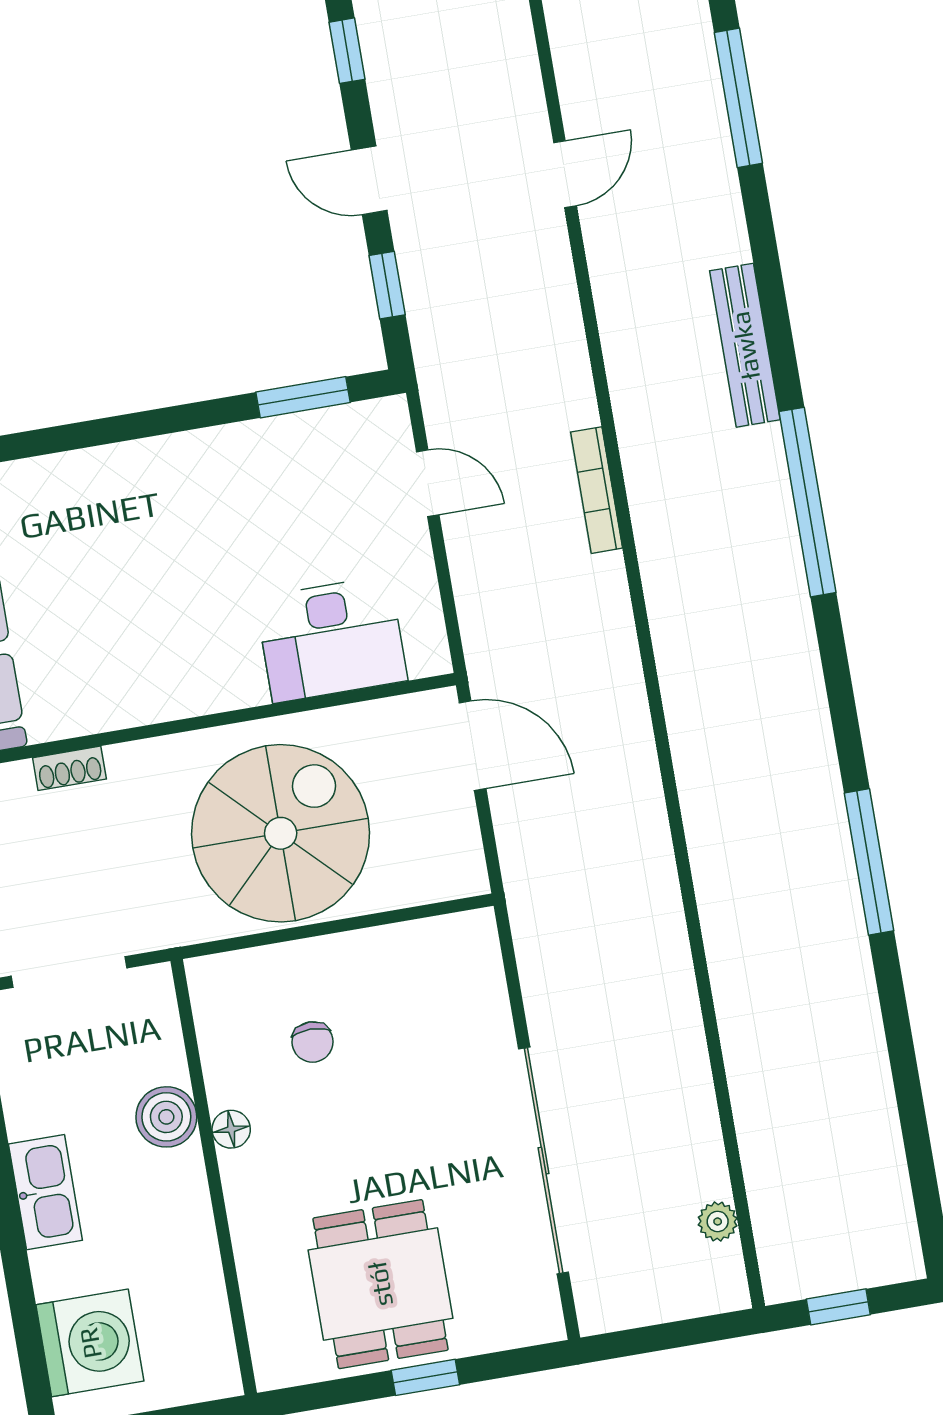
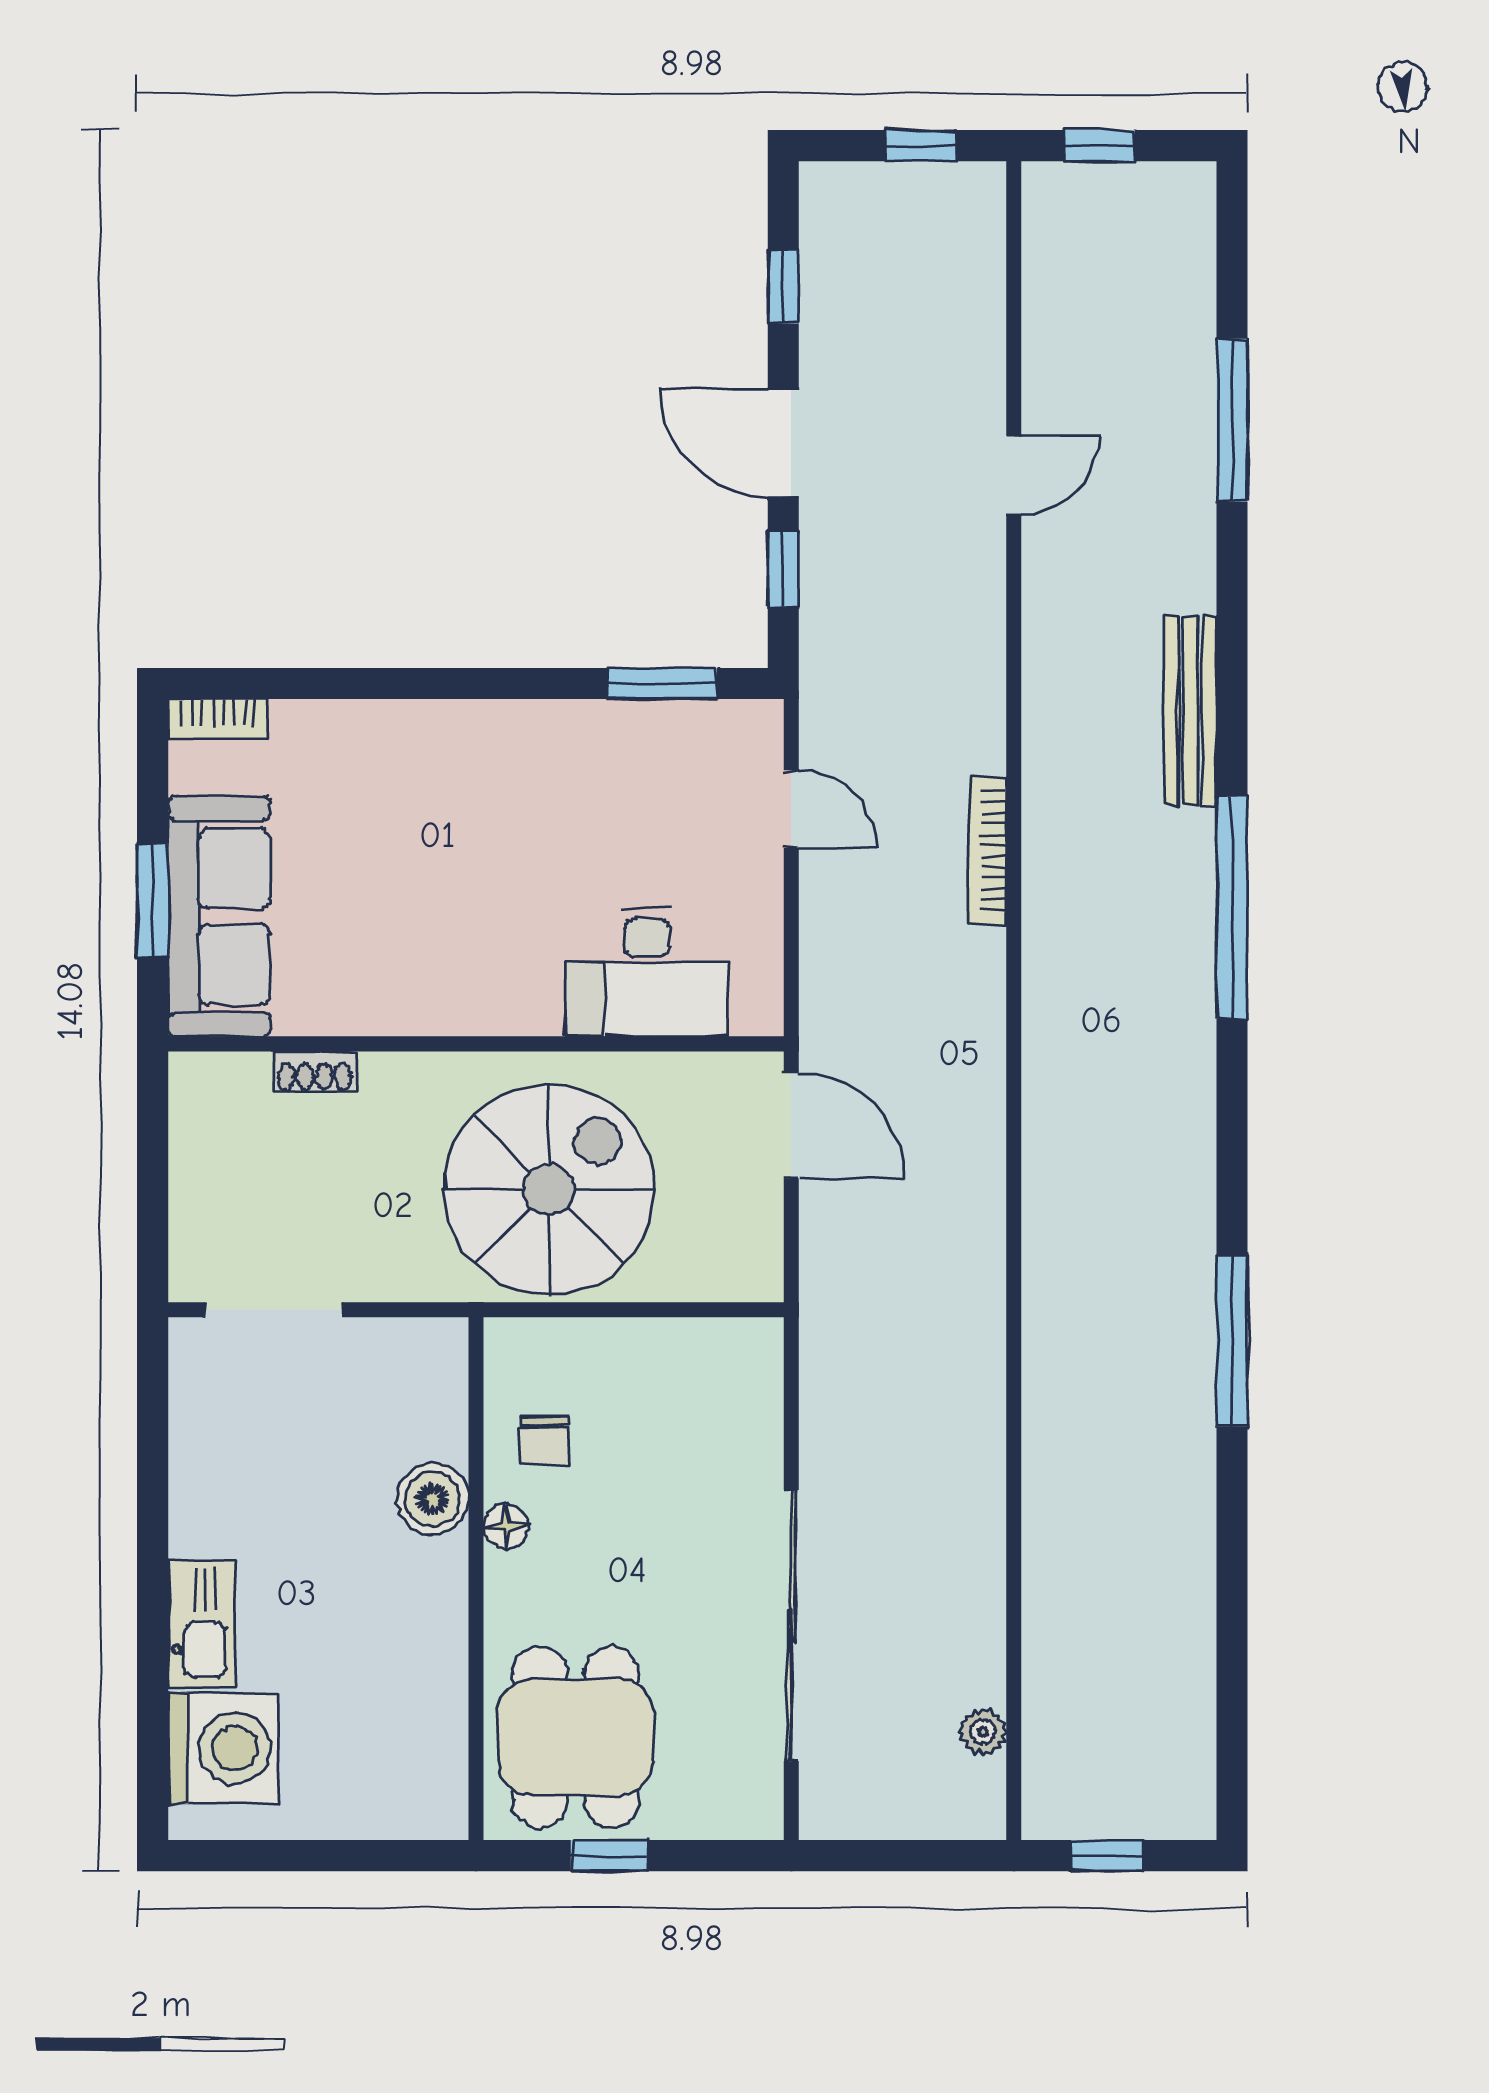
door: (369, 180) -> (783, 443), width x1.38
boiler: (166, 1117) -> (433, 1499), moved
floor lamp: (231, 1129) -> (506, 1526), moved
wall: (214, 1177) -> (476, 1579), moved
kitchen sink: (45, 1192) -> (202, 1624), moved

